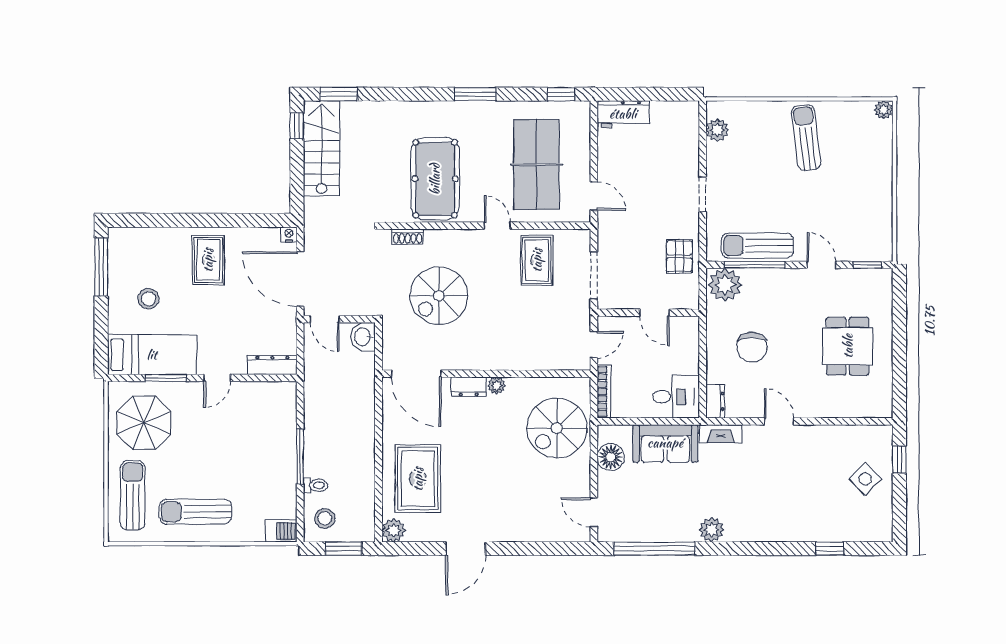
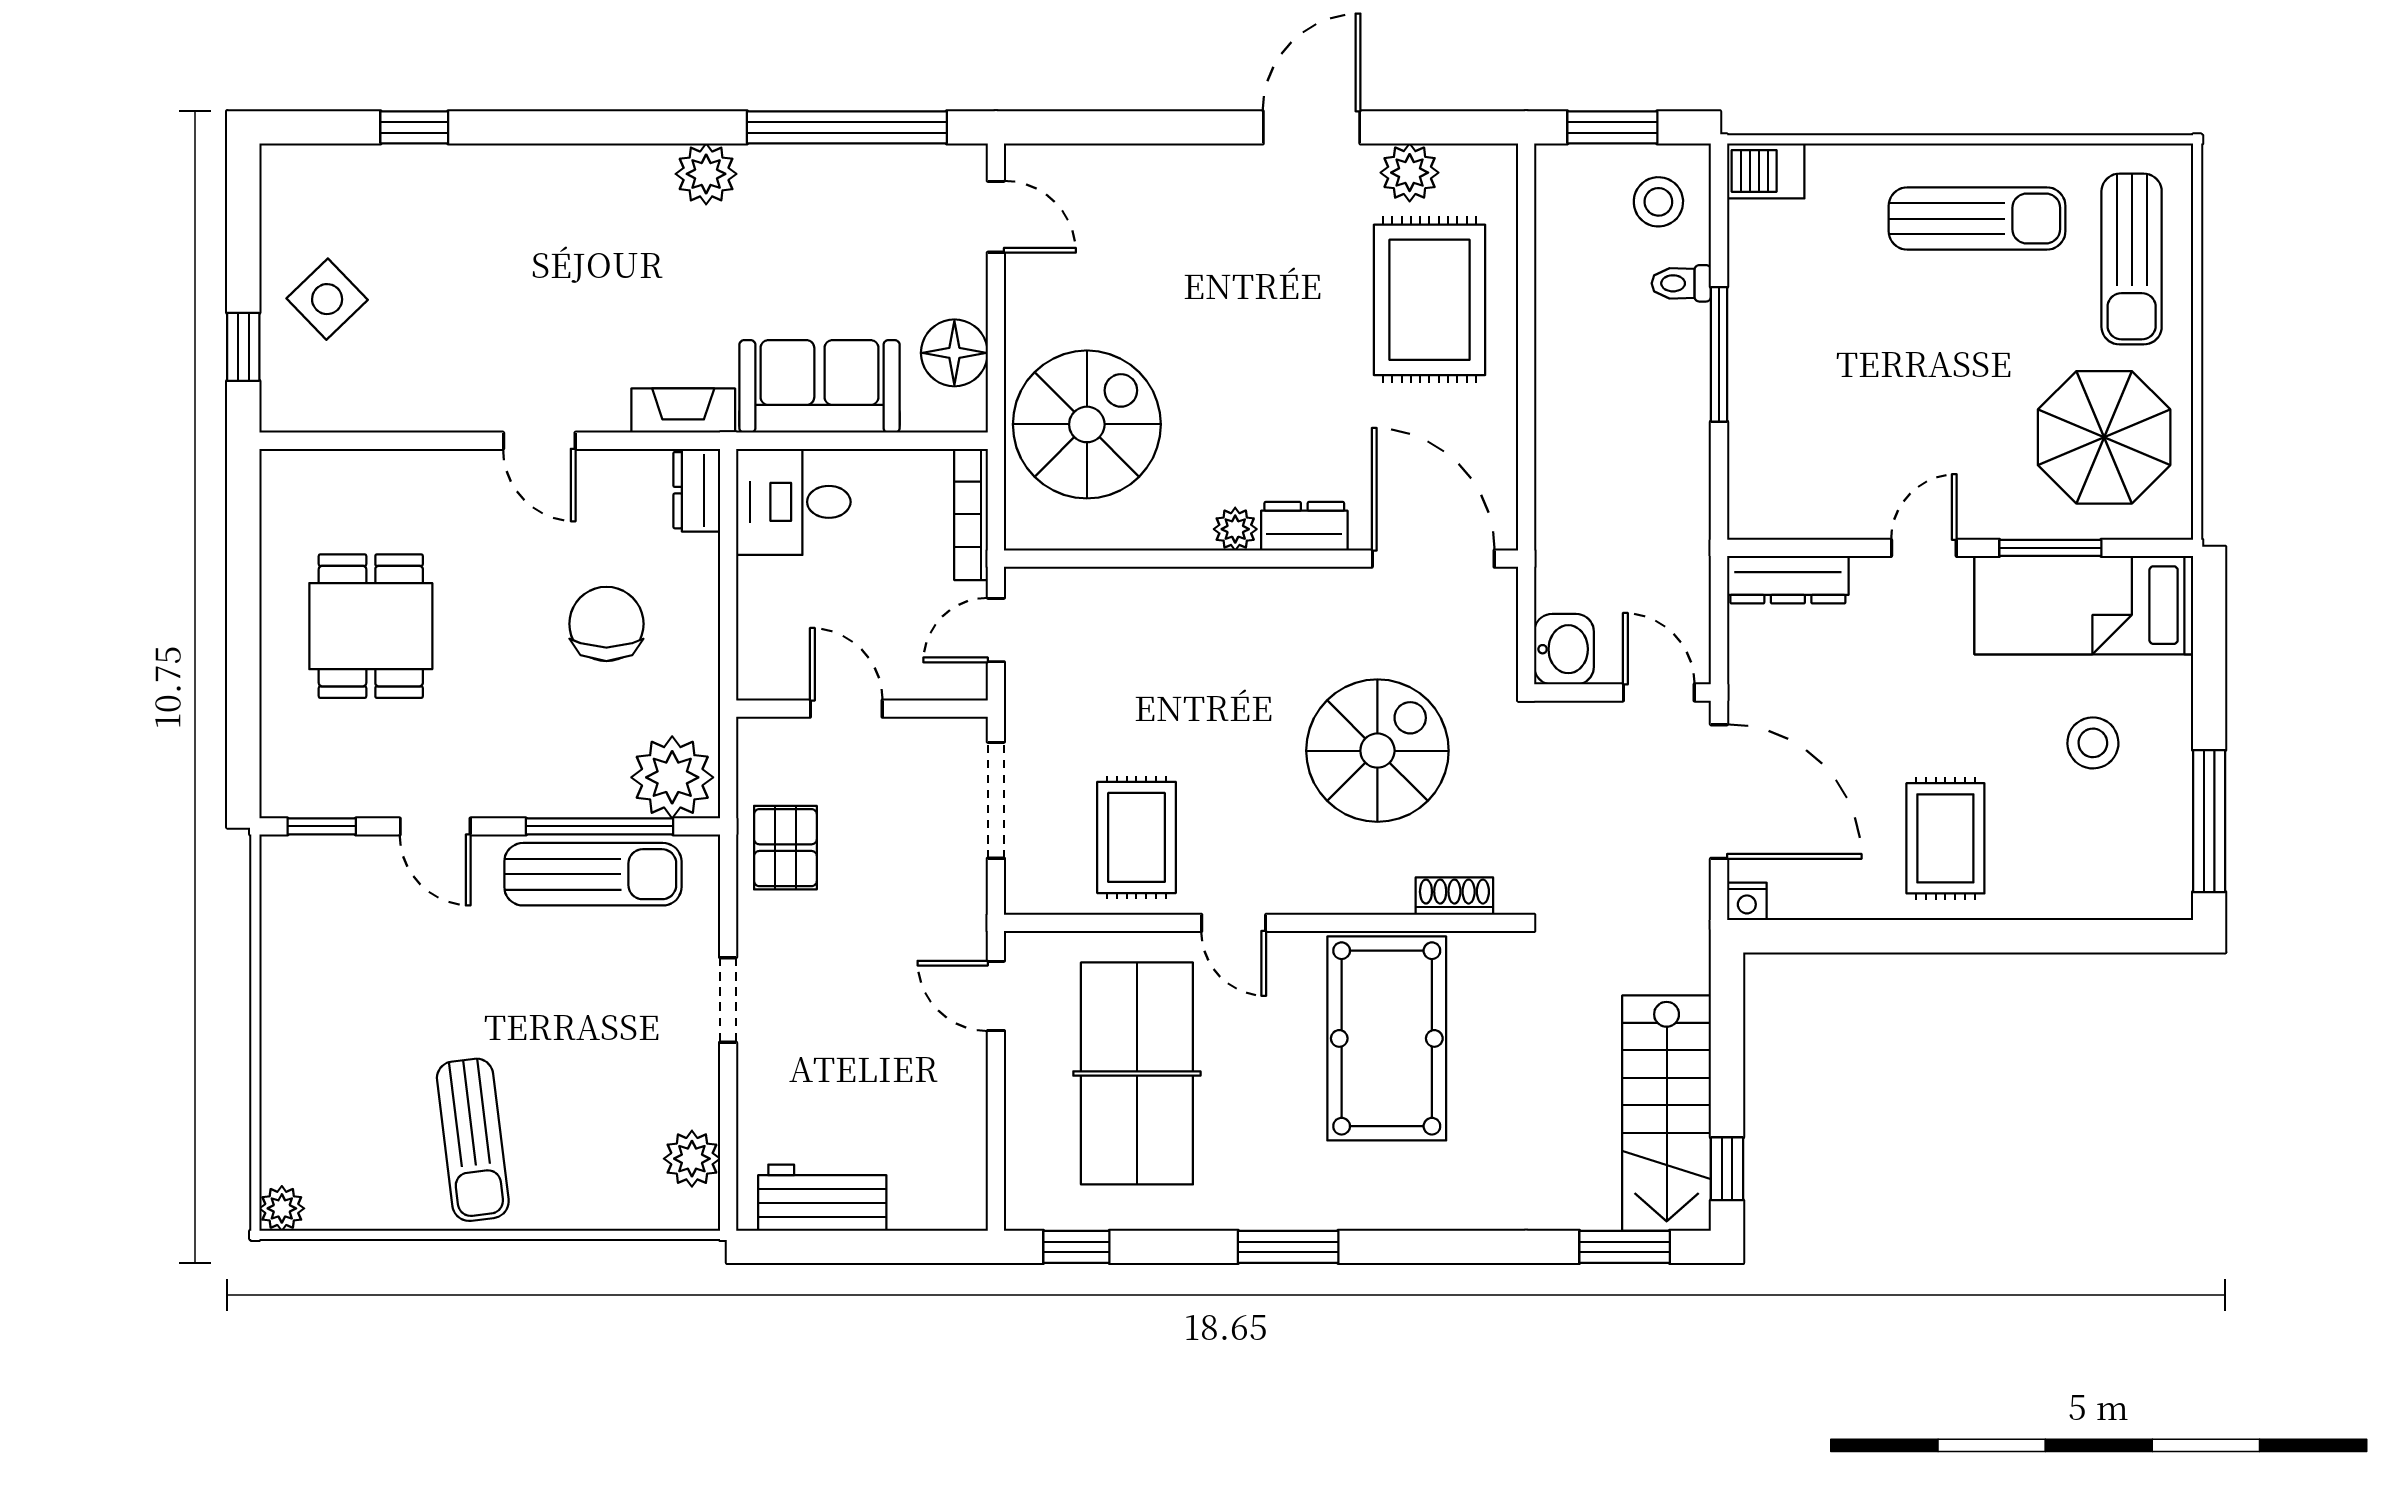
workbench: (623, 114) -> (822, 1198), moved
plant: (394, 530) -> (1410, 173), moved

